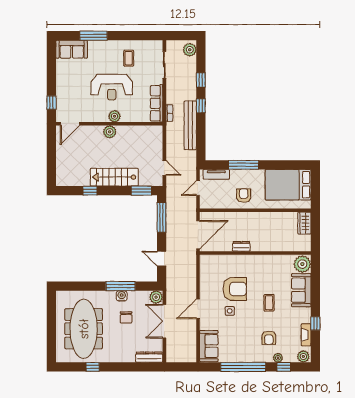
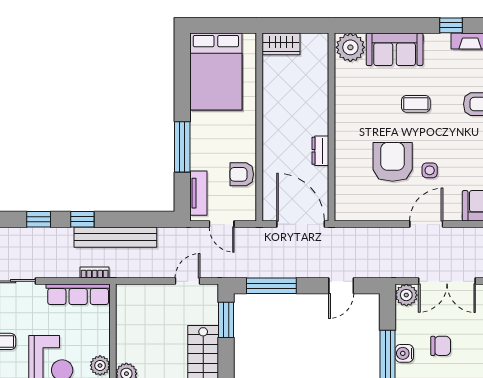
armchair: (244, 195) -> (242, 174), moved
door: (198, 309) -> (426, 224), swing flipped

